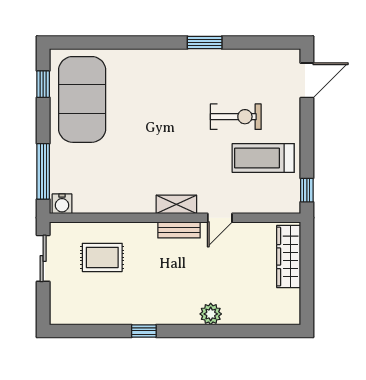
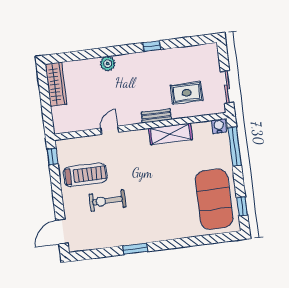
shelving: (176, 204) -> (171, 134), moved, width x1.50, depth x1.33
bench: (179, 230) -> (156, 116), moved
wardrobe: (289, 257) -> (56, 84), moved

